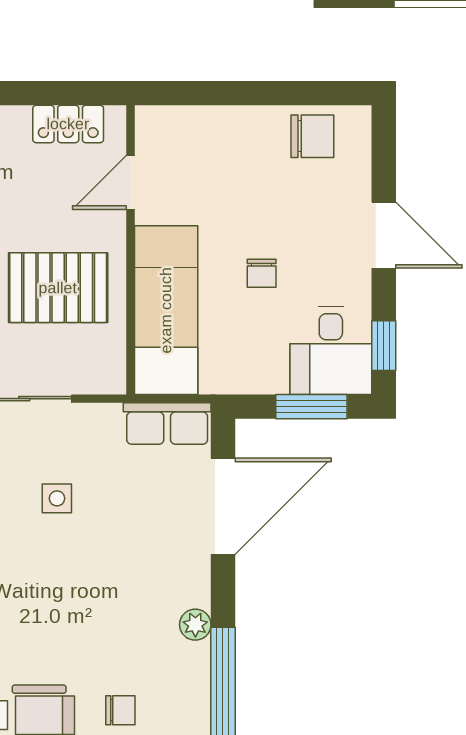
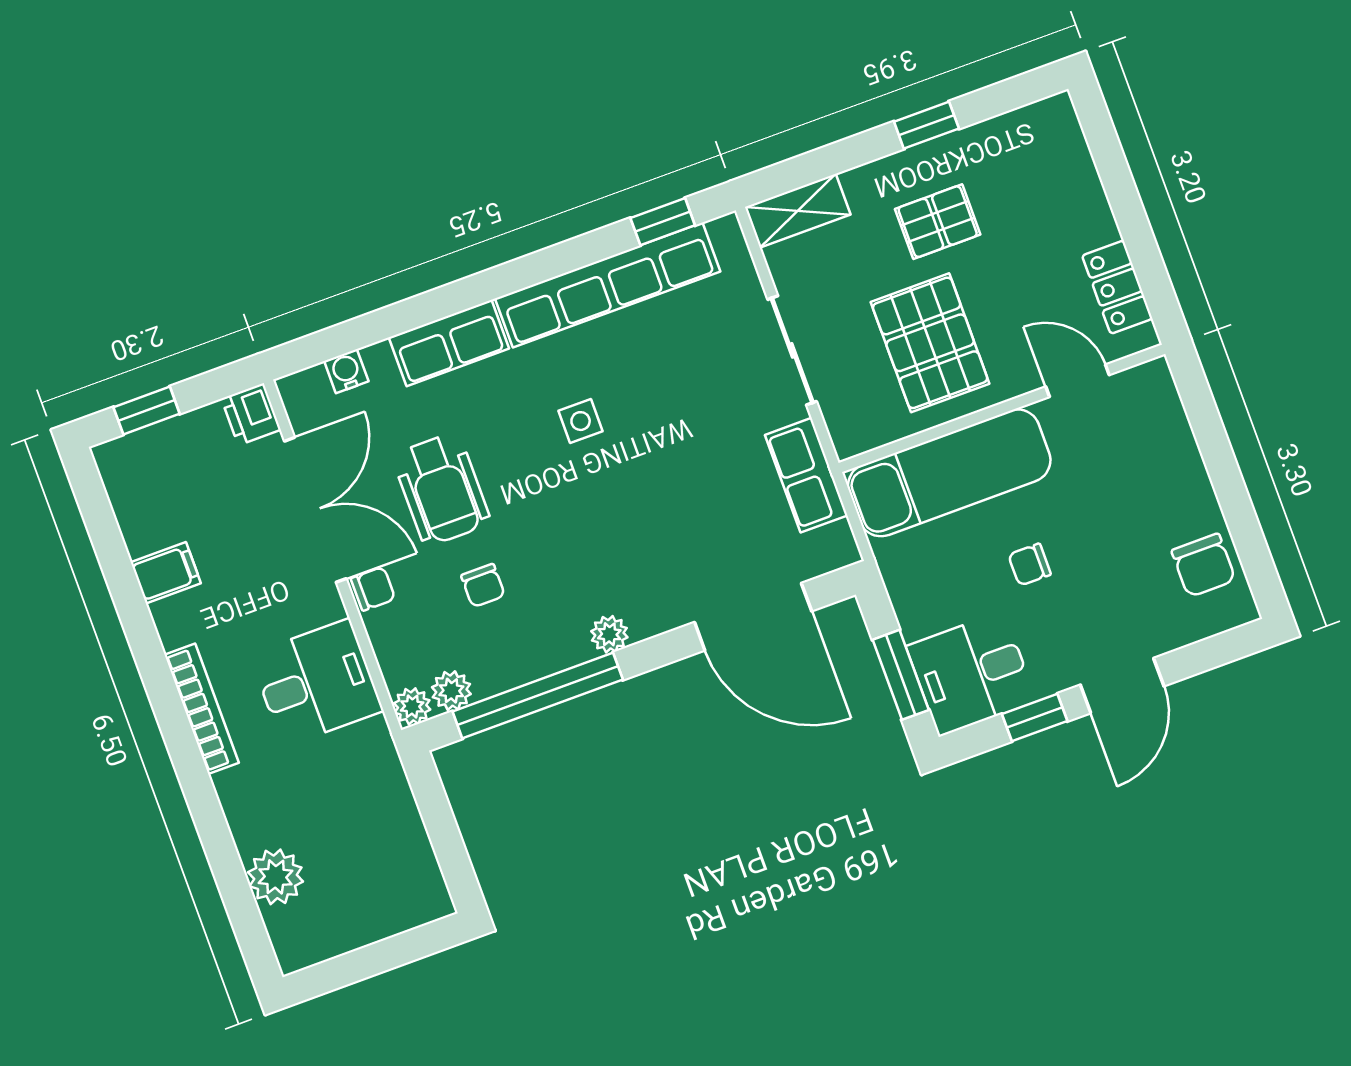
window: (384, 346) -> (1035, 718), moved
row of seats: (167, 424) -> (806, 475), moved
side table: (57, 498) -> (581, 421), moved

